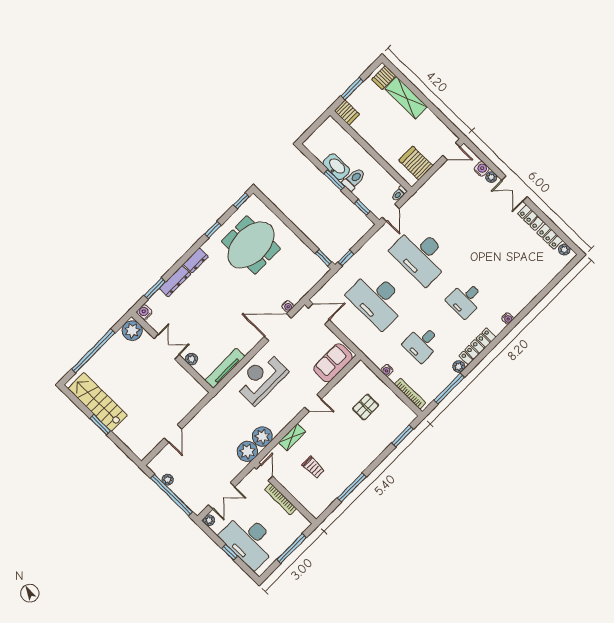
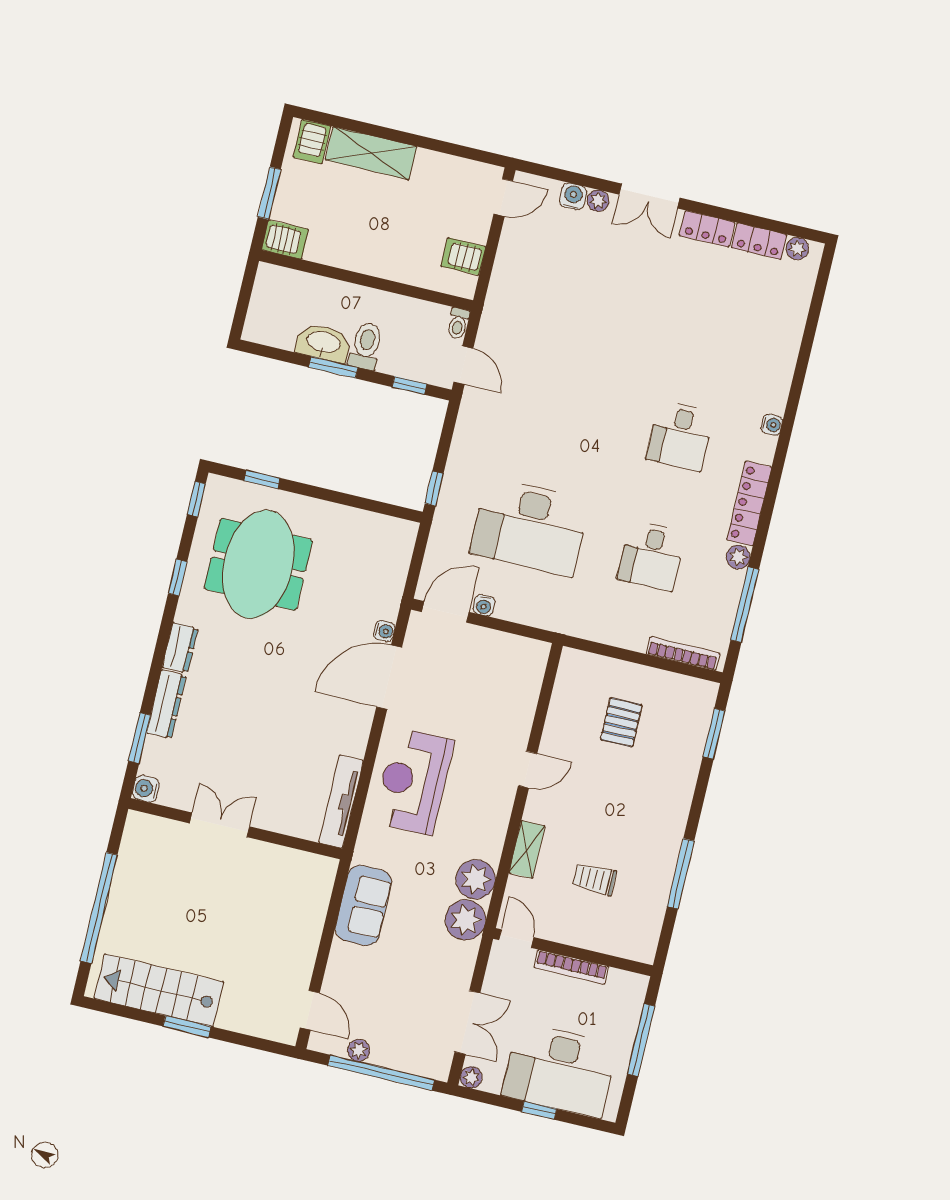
server rack: (416, 163) -> (463, 256), width x0.73, depth x0.70
desk: (421, 255) -> (558, 407), removed
window: (323, 258) -> (262, 479), moved
plant: (132, 331) -> (144, 833), removed
plant: (191, 359) -> (275, 820), removed
sofa: (333, 363) -> (363, 905), moved, turned 180
water cooler: (387, 370) -> (484, 605), moved
door: (173, 434) -> (310, 1010), moved
trolley: (313, 467) -> (594, 879), turned 180

